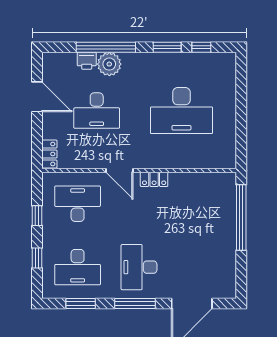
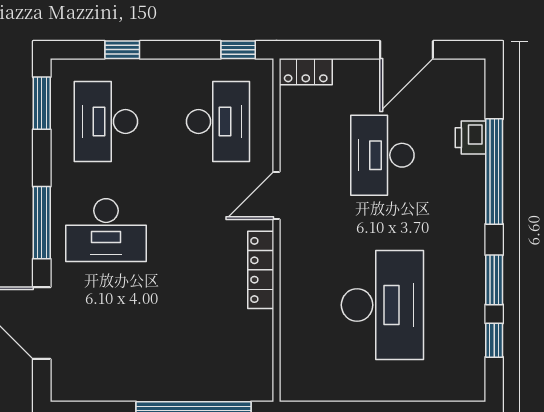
plant: (109, 64) -> (465, 177), removed
desk: (181, 111) -> (382, 305), turned 180
locker: (154, 179) -> (261, 270), width x1.53
window: (37, 216) -> (238, 50), moved
desk: (139, 267) -> (106, 230), turned 180
window: (81, 303) -> (42, 103), moved

